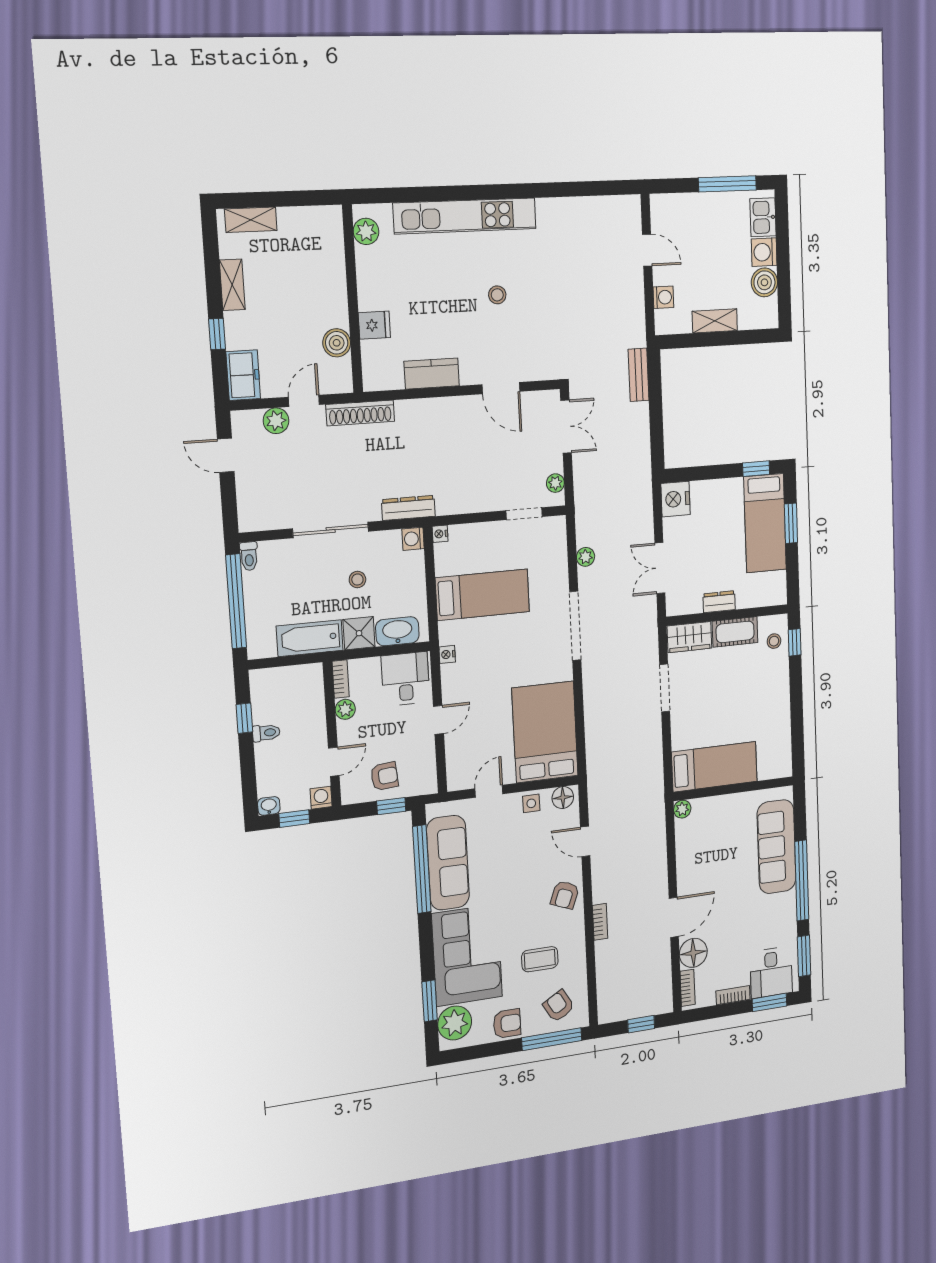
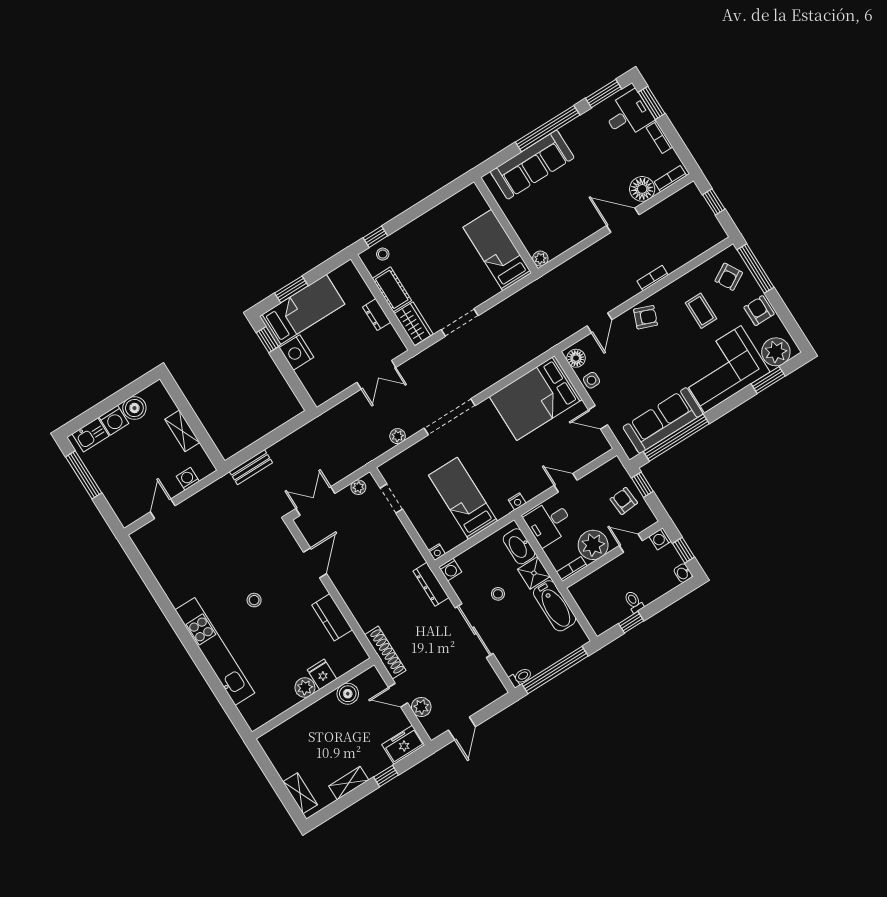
plant: (366, 231) -> (305, 688), moved
nightstand: (675, 499) -> (296, 352), moved, turned 90
plant: (345, 709) -> (593, 545), width x1.88, depth x1.88

